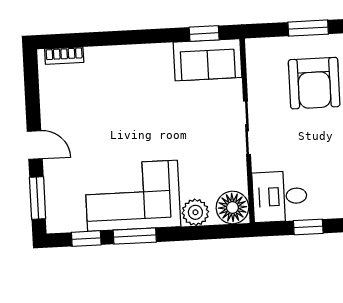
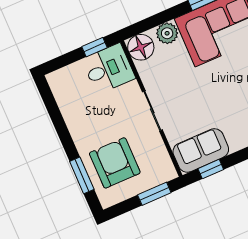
window: (308, 28) -> (154, 194), moved
window: (308, 227) -> (94, 47), moved

